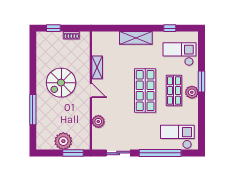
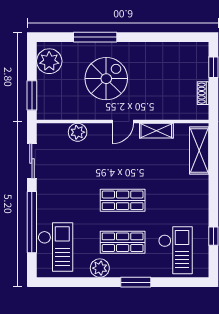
shelving: (136, 38) -> (199, 151), moved
spiral stairs: (61, 83) -> (106, 79), moved, turned 90
shop shelf: (145, 91) -> (123, 200), width x0.70, depth x0.74
plant: (192, 92) -> (100, 268), moved
plant: (63, 141) -> (49, 61), moved

